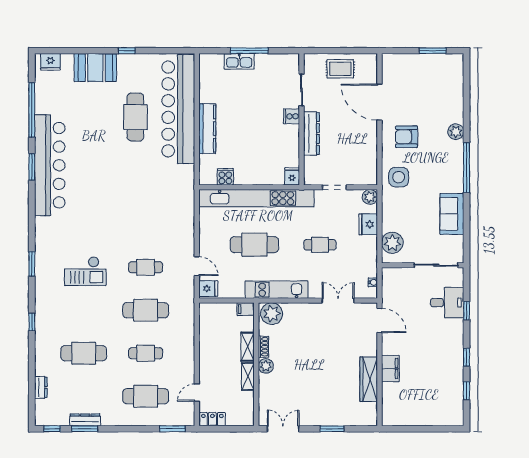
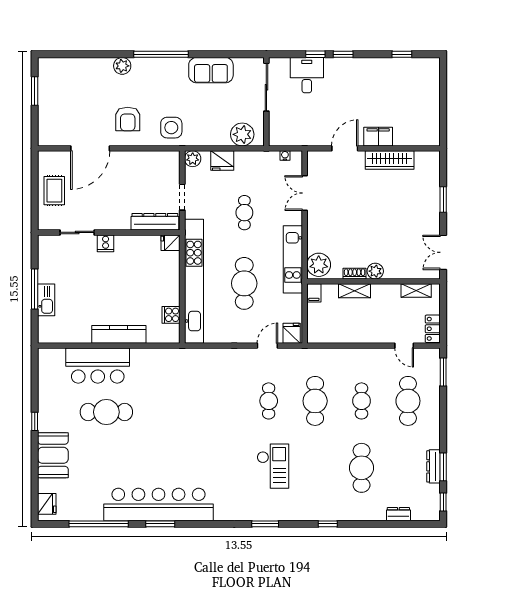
bar counter: (178, 109) -> (98, 366), width x0.54
dresser: (312, 133) -> (155, 222), moved
door: (379, 320) -> (345, 148), moved
window: (467, 357) -> (343, 54), moved
shelving: (248, 376) -> (416, 290), moved

